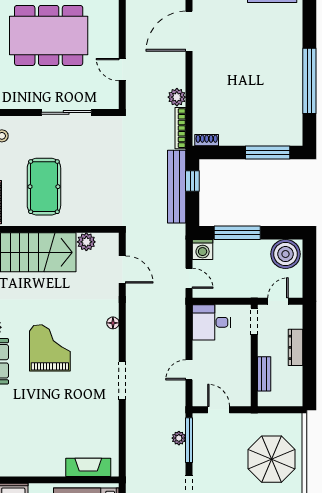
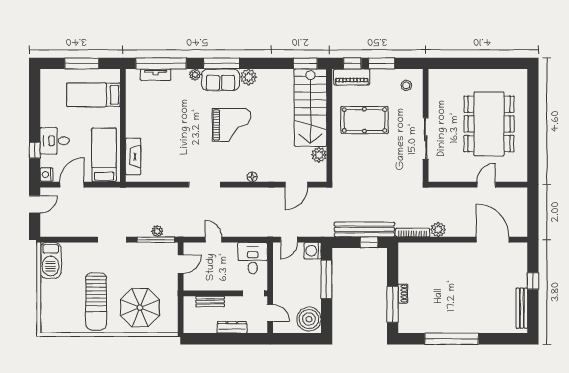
door: (122, 70) -> (486, 185), moved
shoe rack: (207, 140) -> (403, 294), moved

